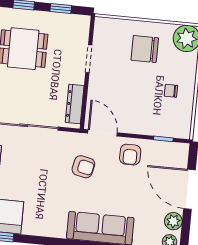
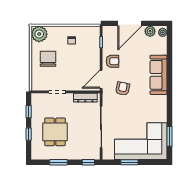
chair: (145, 49) -> (48, 59), turned 180

